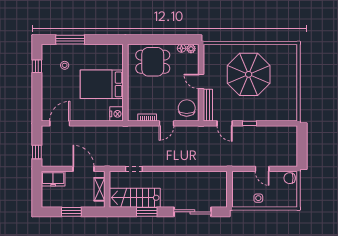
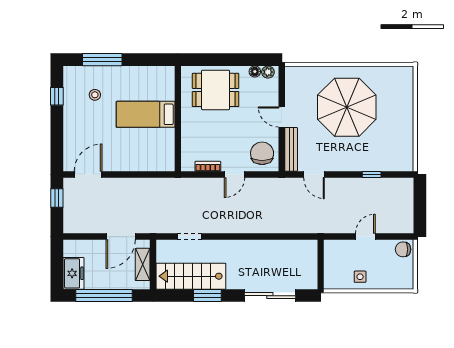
bed: (102, 84) -> (146, 114), width x0.67
nightstand: (116, 114) -> (166, 161), removed
window: (249, 123) -> (372, 174), moved
window: (37, 152) -> (57, 198), moved
door: (84, 169) -> (121, 237), swing flipped
door: (262, 169) -> (365, 237), swing flipped
freezer: (53, 179) -> (73, 273), moved, turned -90
window: (71, 212) -> (104, 296), width x2.11

